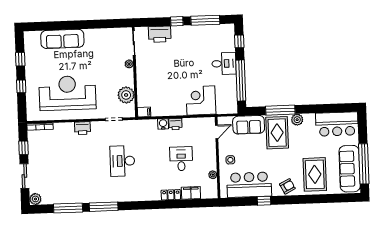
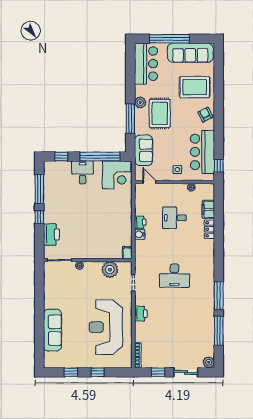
corner desk: (201, 100) -> (117, 175), moved, turned -90
rug: (277, 133) -> (160, 113), moved, turned 90
window: (364, 164) -> (169, 39), moved
window: (264, 201) -> (219, 166), moved

